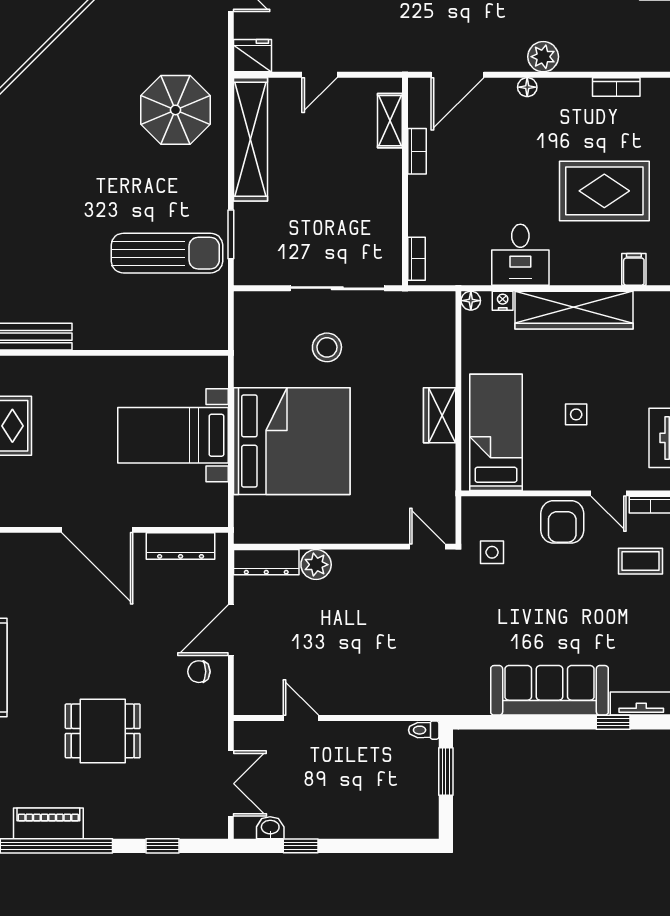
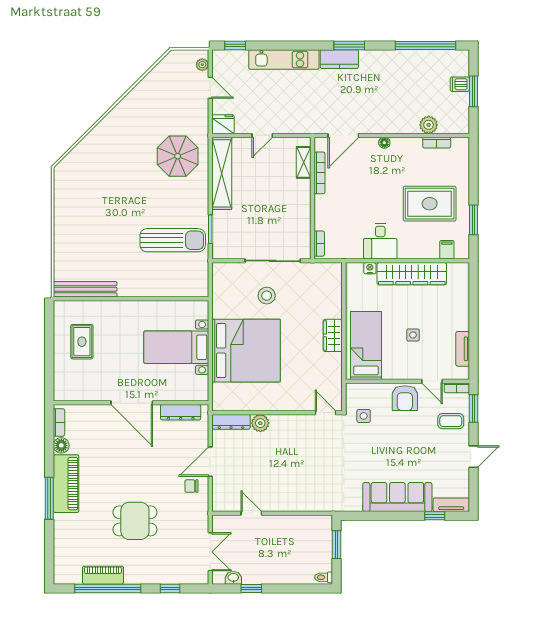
plant: (543, 57) -> (429, 125), moved
bookcase: (417, 151) -> (320, 173), width x1.56
floor lamp: (471, 301) -> (351, 268), removed
toilet: (424, 730) -> (323, 577), moved

